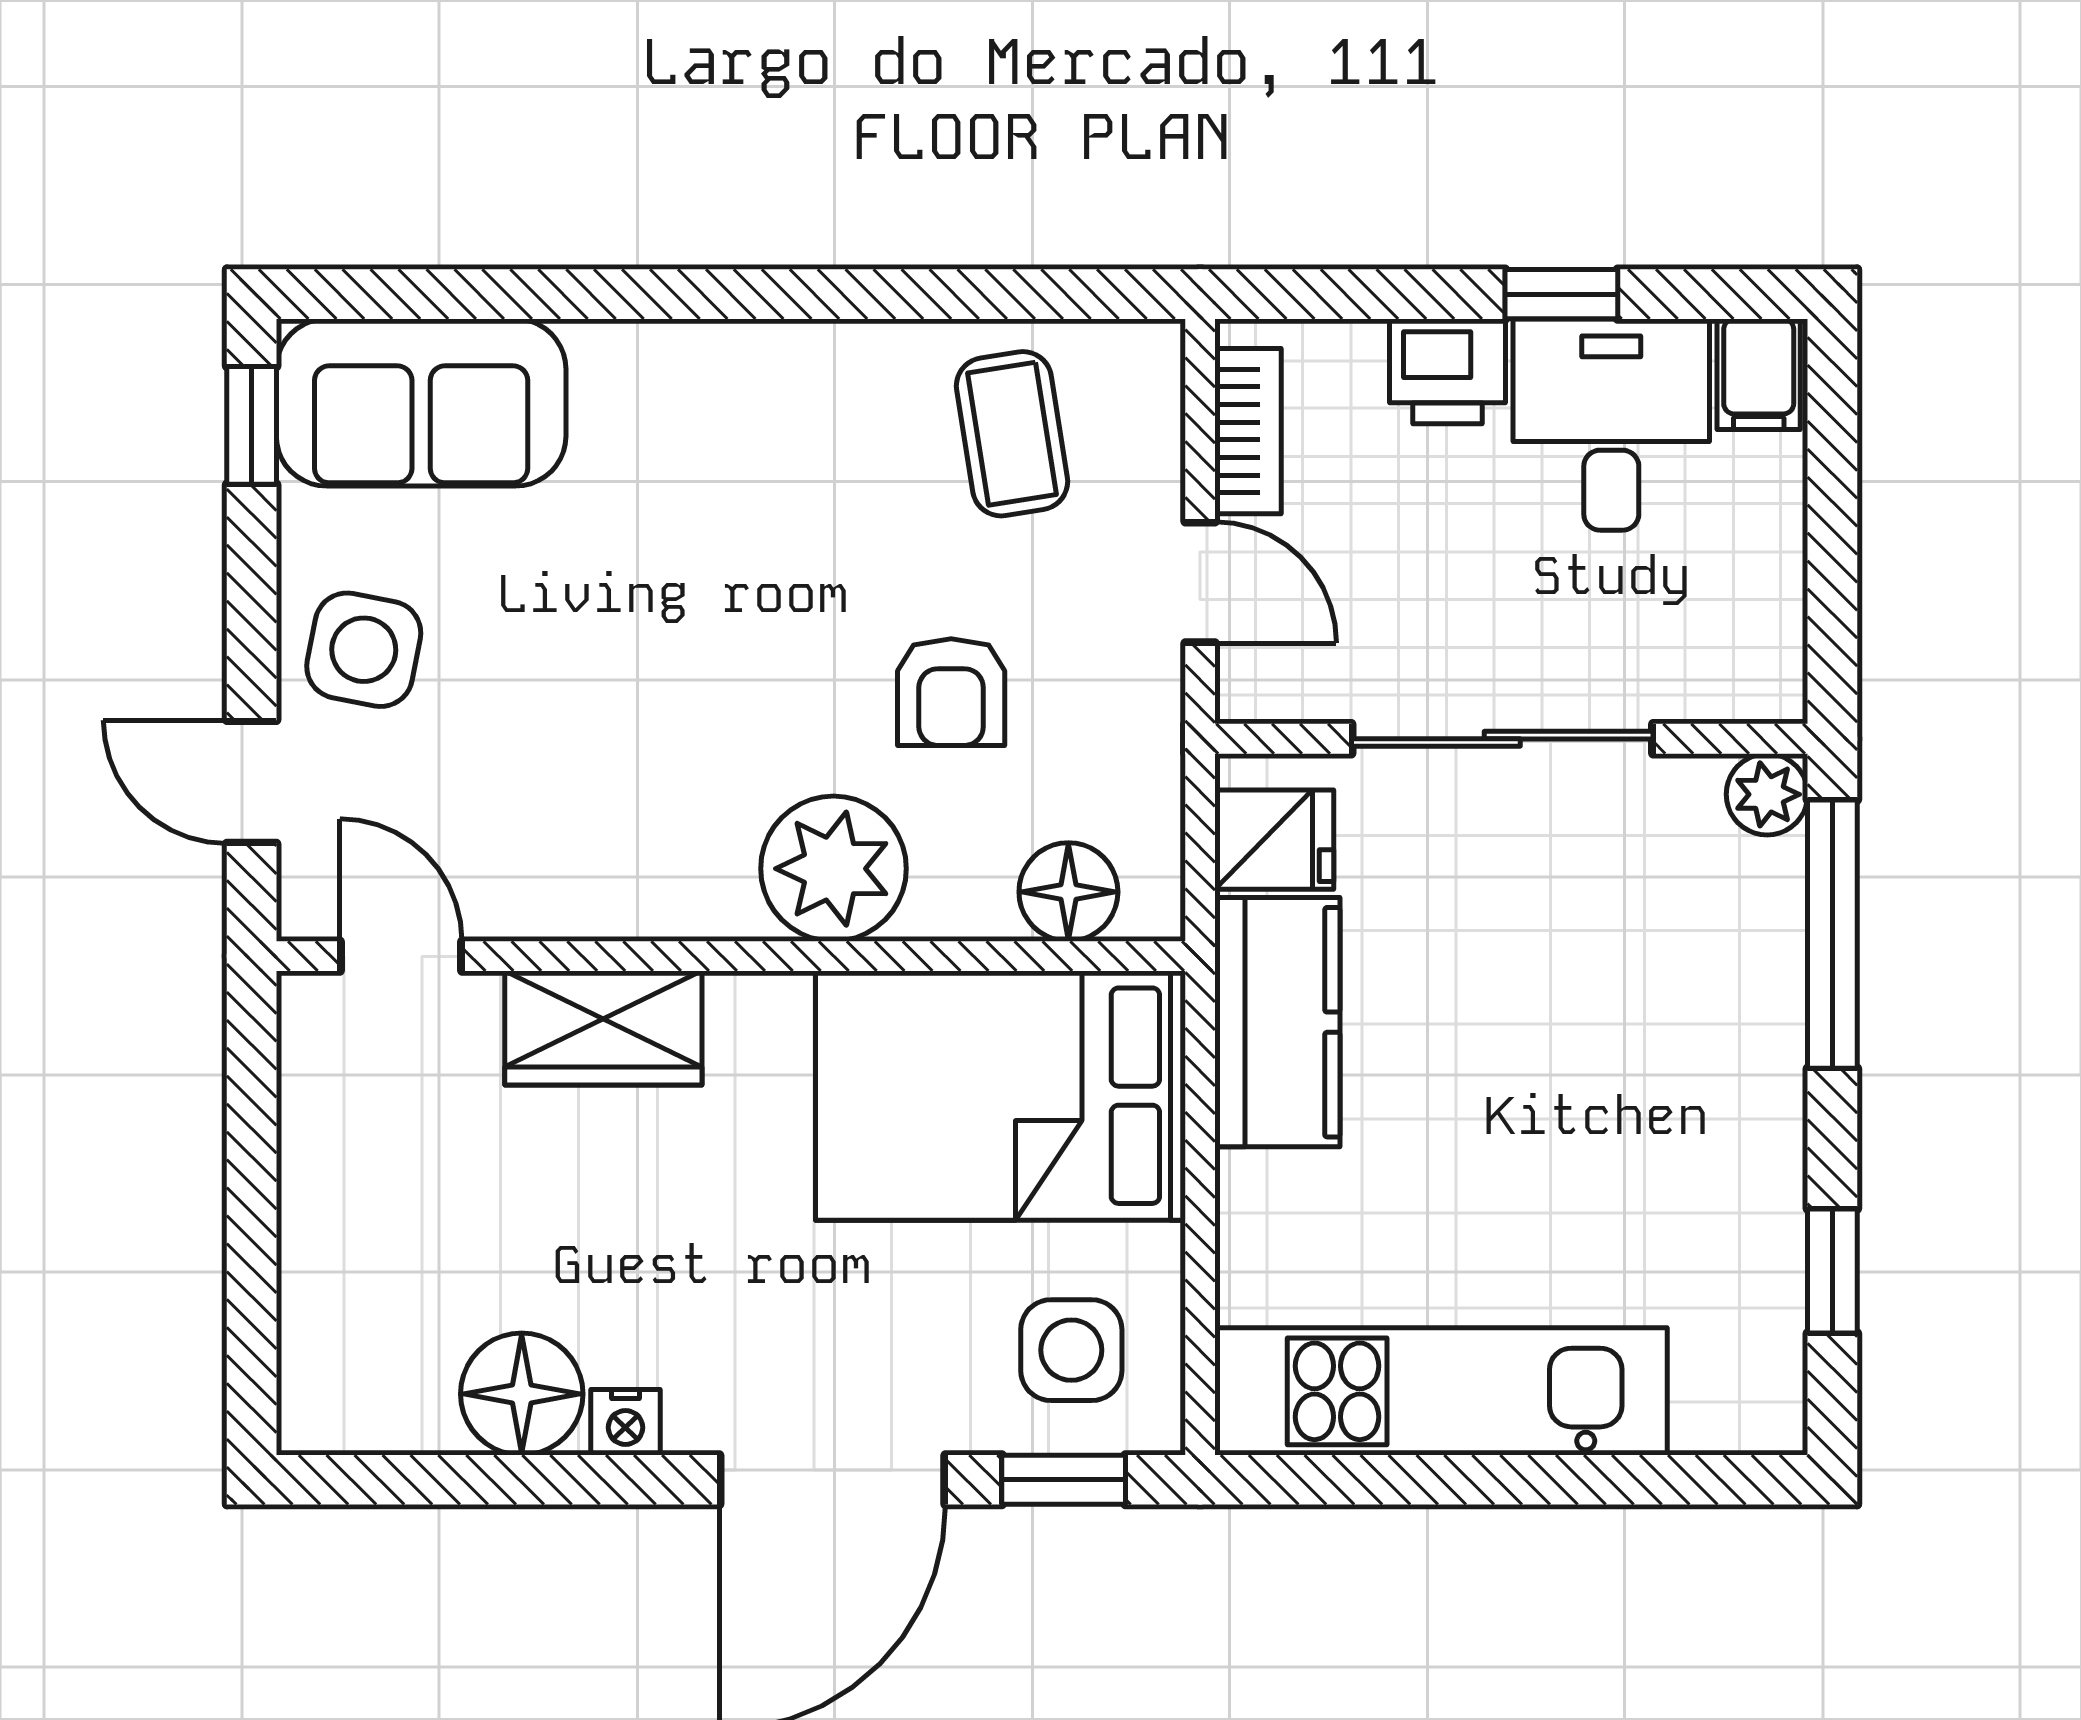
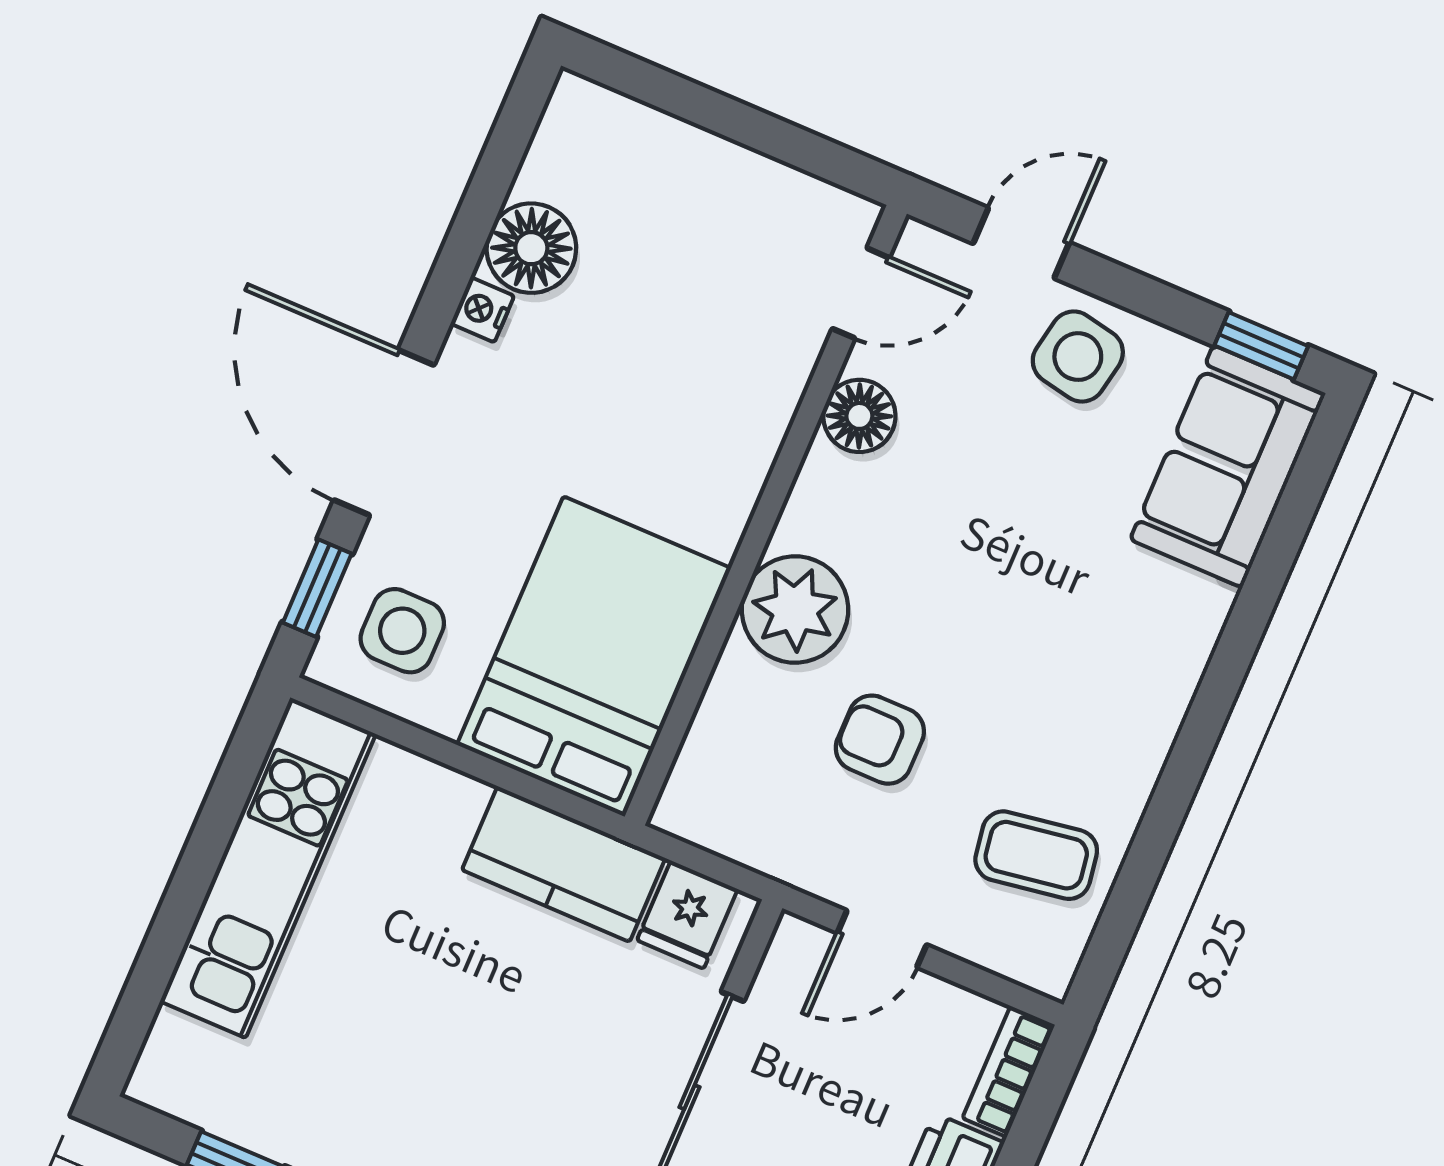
bookcase: (1248, 431) -> (1008, 1072), moved, turned 90
floor lamp: (1068, 892) -> (859, 416), moved
wardrobe: (603, 1028) -> (754, 409), removed

